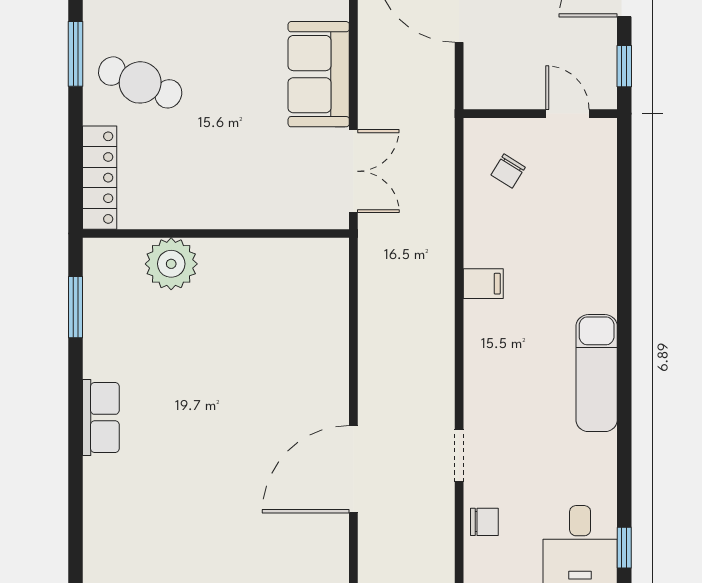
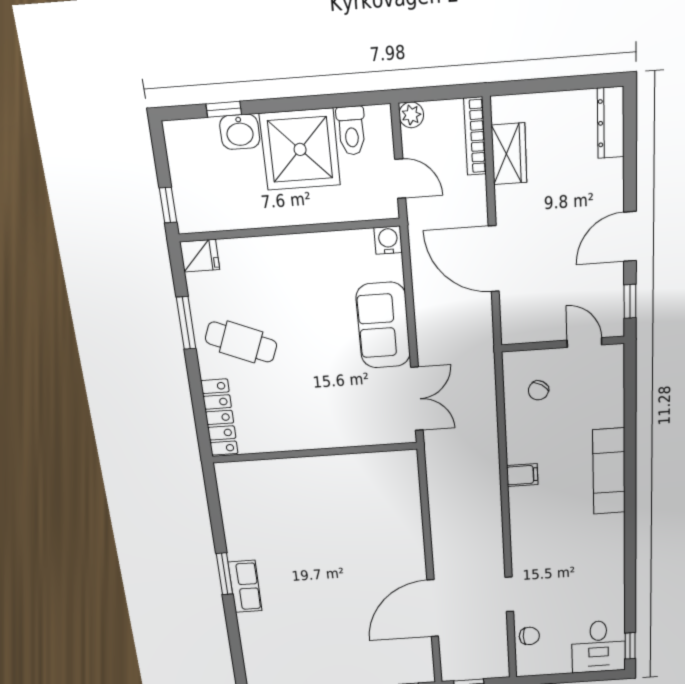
plant: (171, 264) -> (283, 477), removed
window: (76, 307) -> (224, 574), moved
exam couch: (597, 373) -> (609, 471), moved

